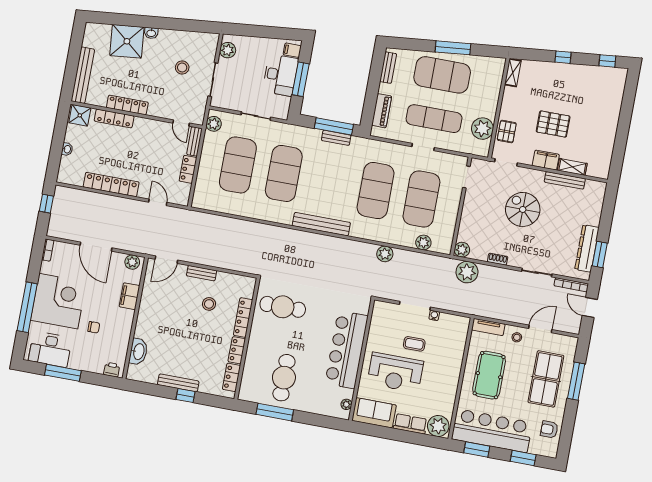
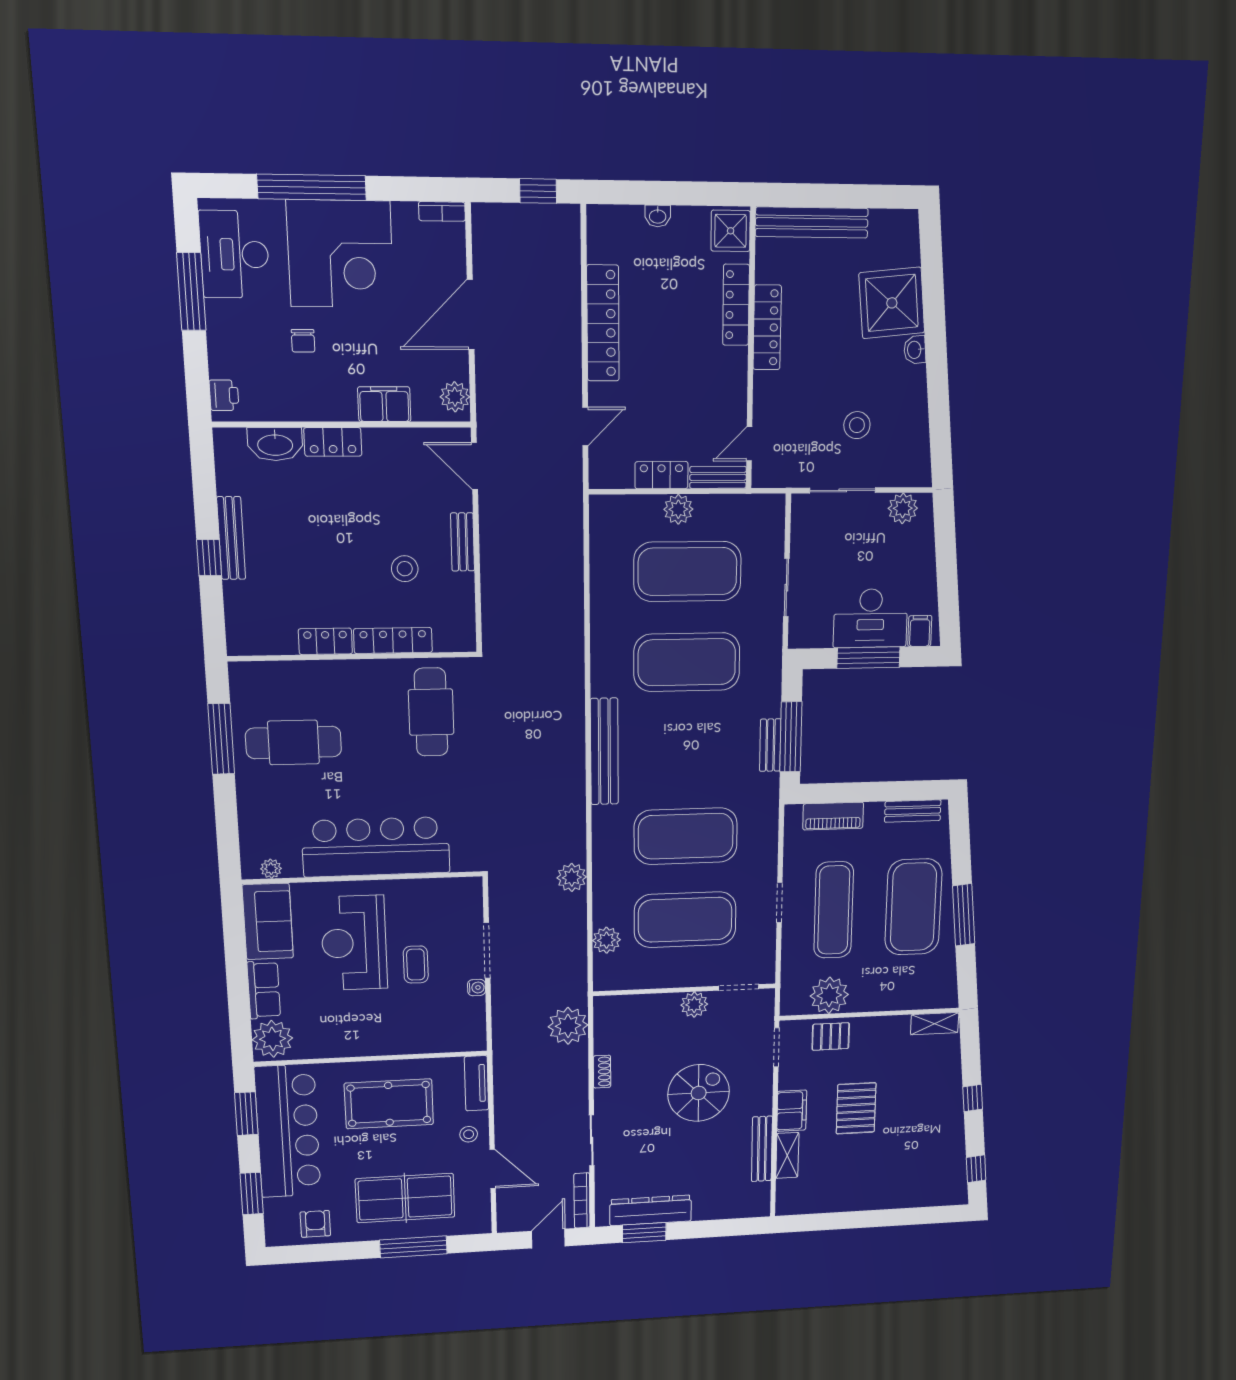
plant: (214, 124) -> (678, 509), moved
plant: (462, 250) -> (694, 1005), moved
locker: (231, 377) -> (333, 442), moved, turned 180

